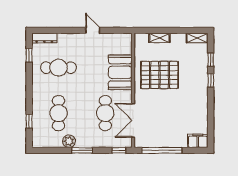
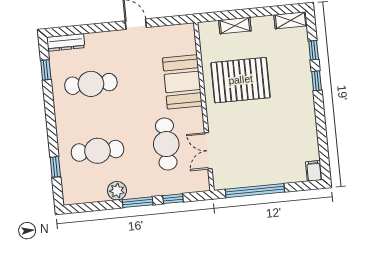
cafe table: (59, 113) -> (97, 151), turned 90
double door: (133, 120) -> (208, 151), width x0.73
filing cabinet: (198, 141) -> (314, 171), width x0.50
window: (119, 150) -> (173, 199), moved

